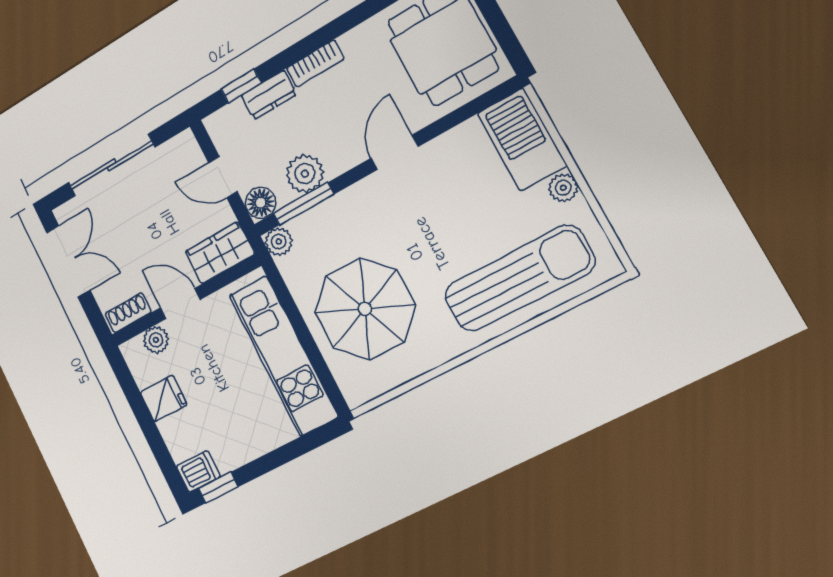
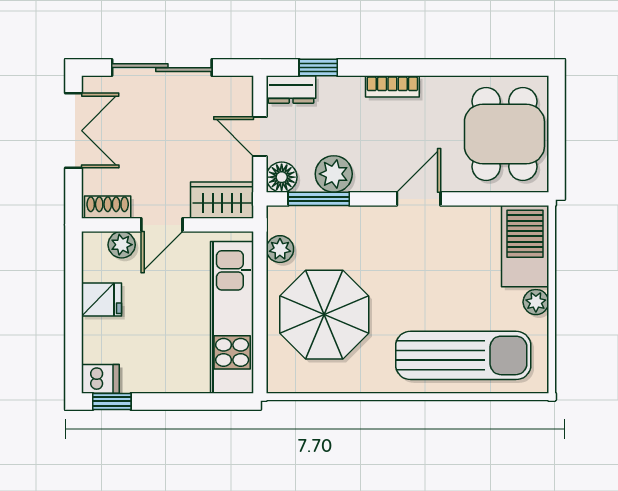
dresser: (269, 95) -> (291, 89), moved
plant: (279, 242) -> (280, 249), moved
door: (180, 303) -> (162, 225), swing flipped

